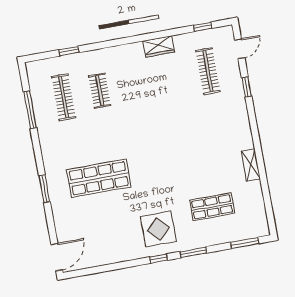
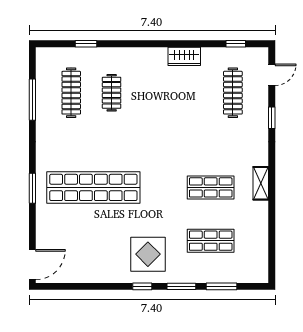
shop shelf: (203, 159) -> (211, 187), added
shelving: (251, 165) -> (261, 183), moved
shop shelf: (99, 178) -> (93, 187), width x1.40
window: (245, 243) -> (221, 286), moved

